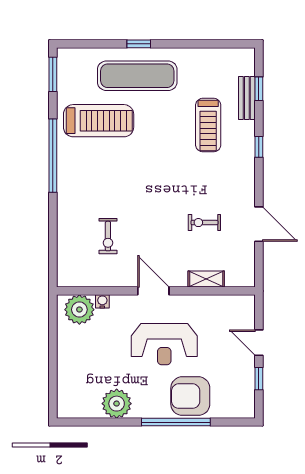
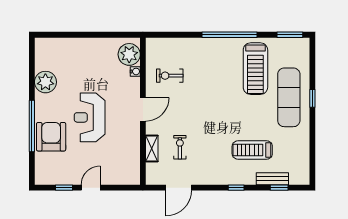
shelving: (206, 279) -> (152, 148), moved
door: (153, 291) -> (143, 109), moved
wall: (156, 291) -> (143, 111), moved
water cooler: (102, 301) -> (135, 71), moved
plant: (79, 310) -> (129, 54), moved

